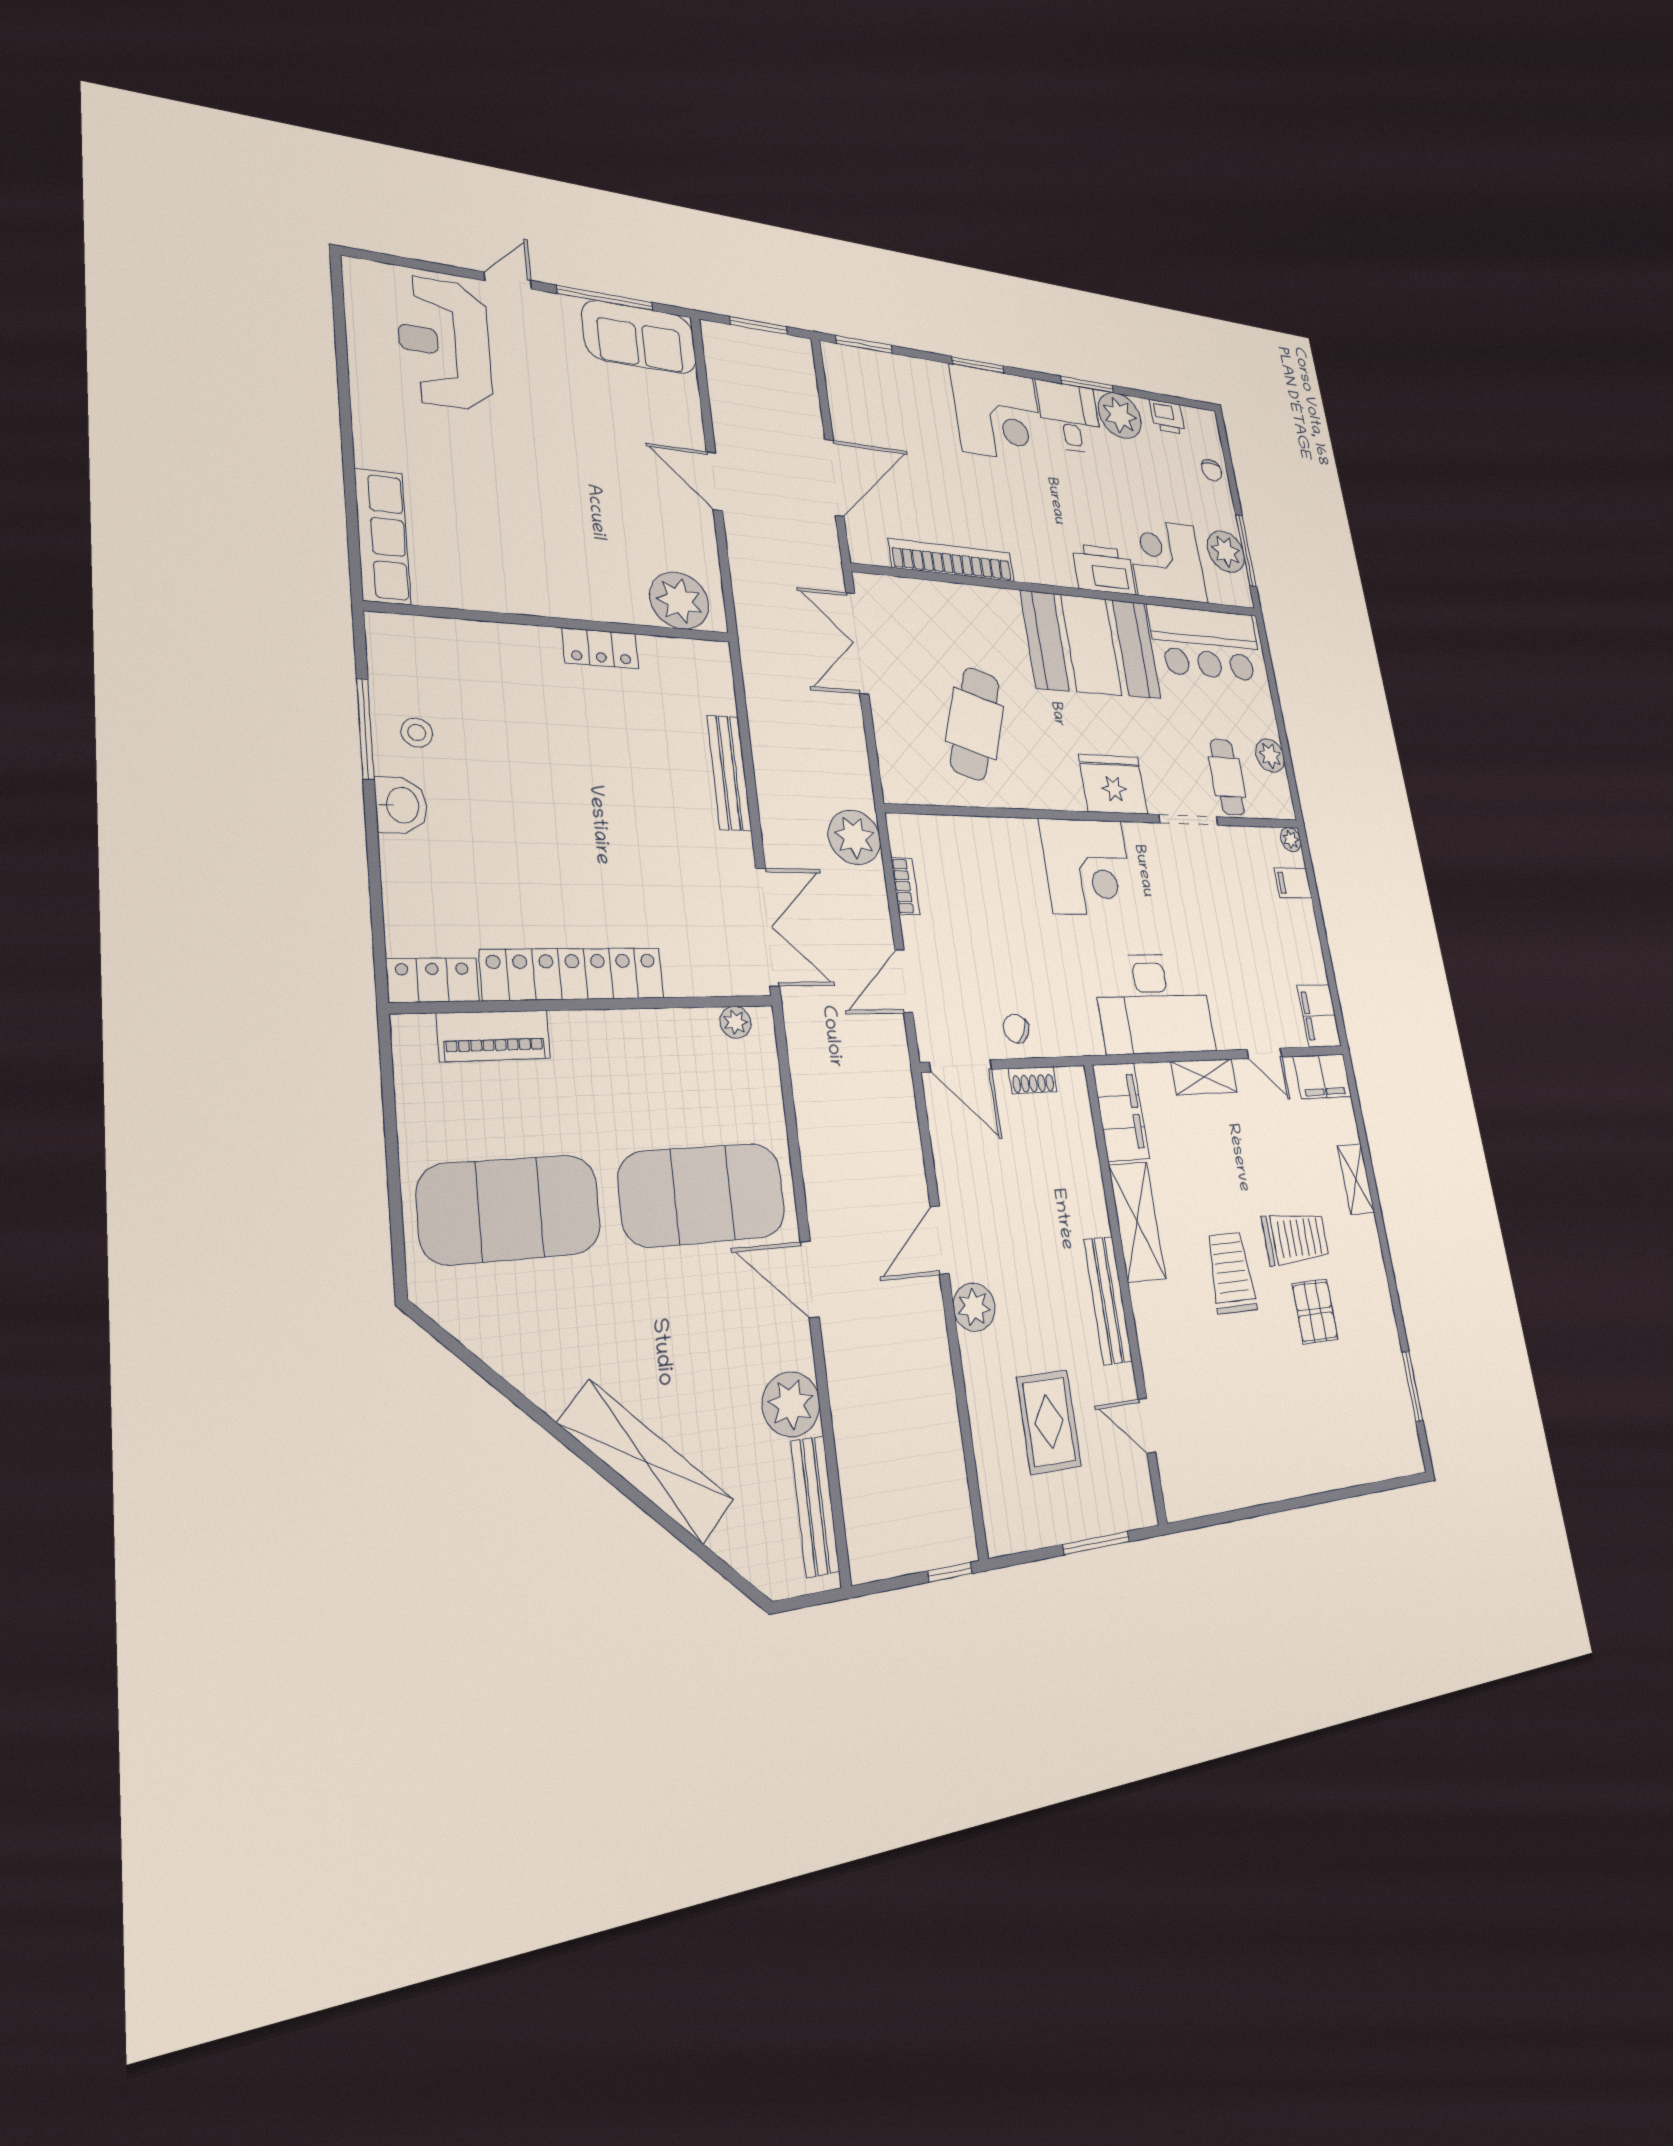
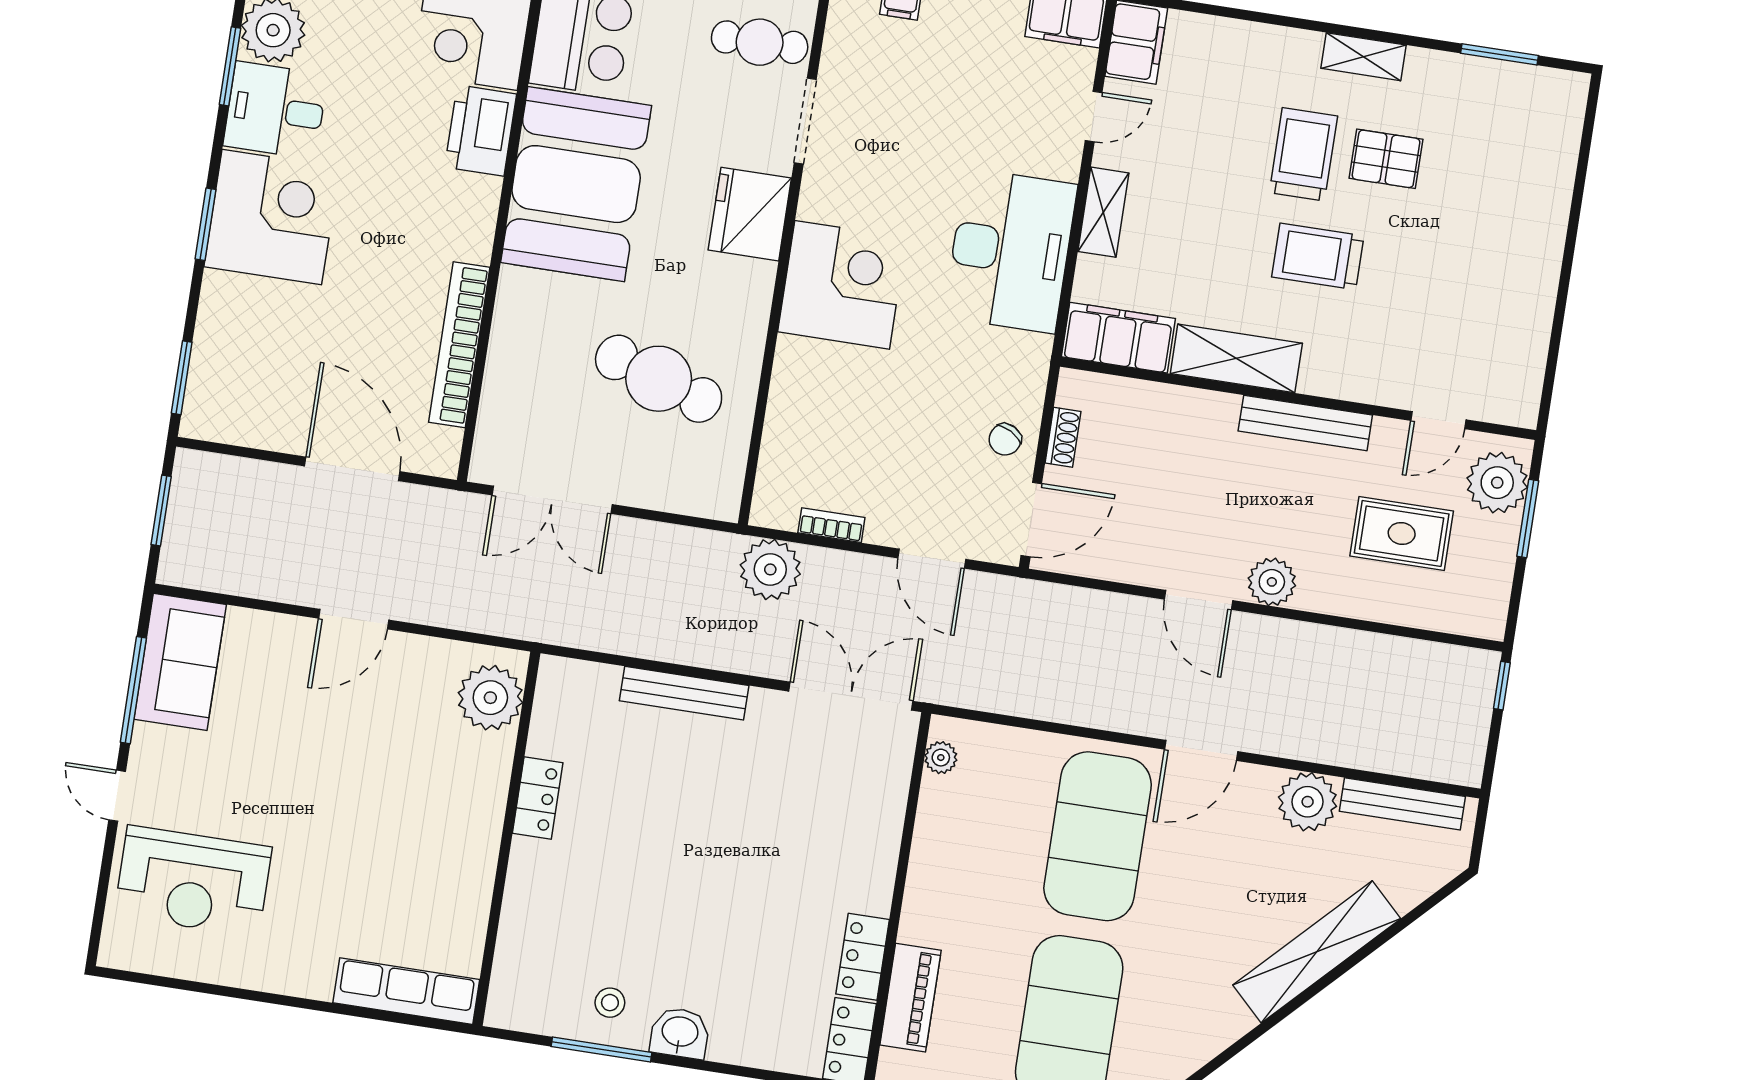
locker: (573, 974) -> (863, 957), width x0.46, depth x0.83
shelving: (1356, 1179) -> (1363, 57), moved
plant: (1116, 1501) -> (1497, 483), added

